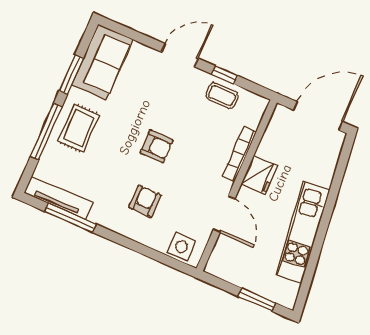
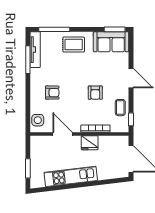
window: (71, 75) -> (115, 29), moved
window: (225, 75) -> (131, 119), moved
window: (46, 131) -> (54, 29), moved
armchair: (157, 146) -> (95, 93), moved
door: (224, 214) -> (63, 134), swing flipped

